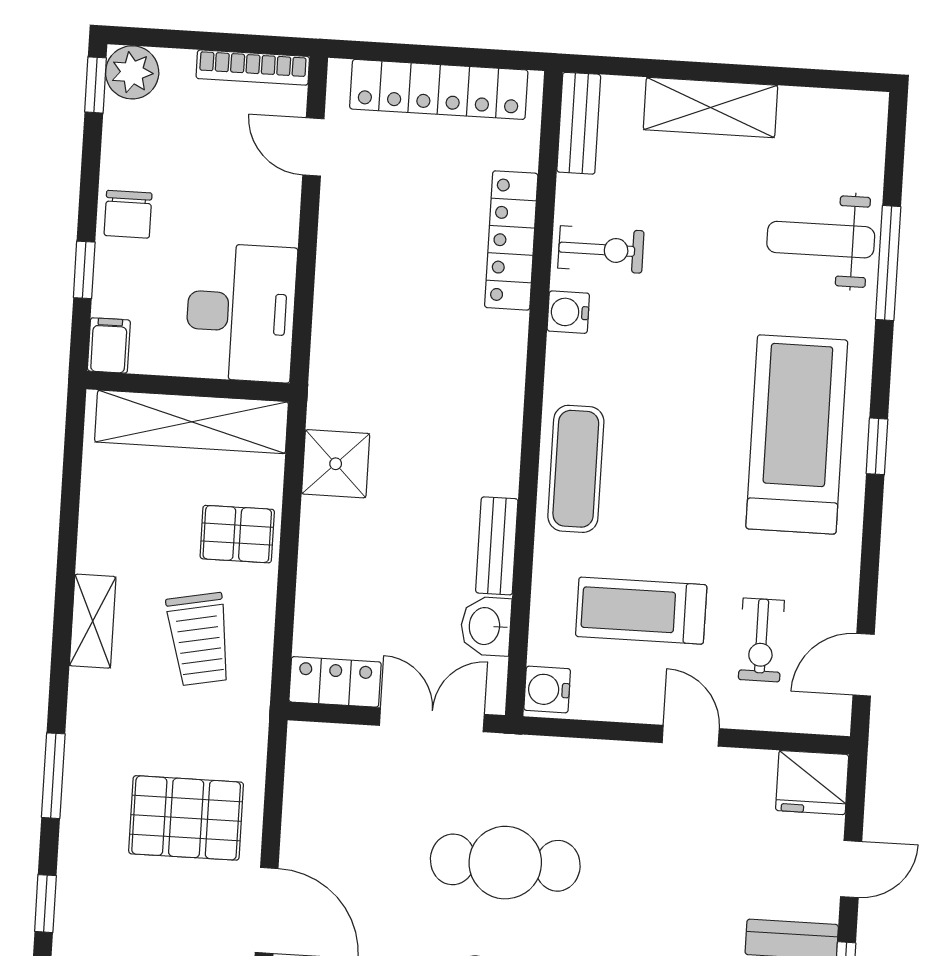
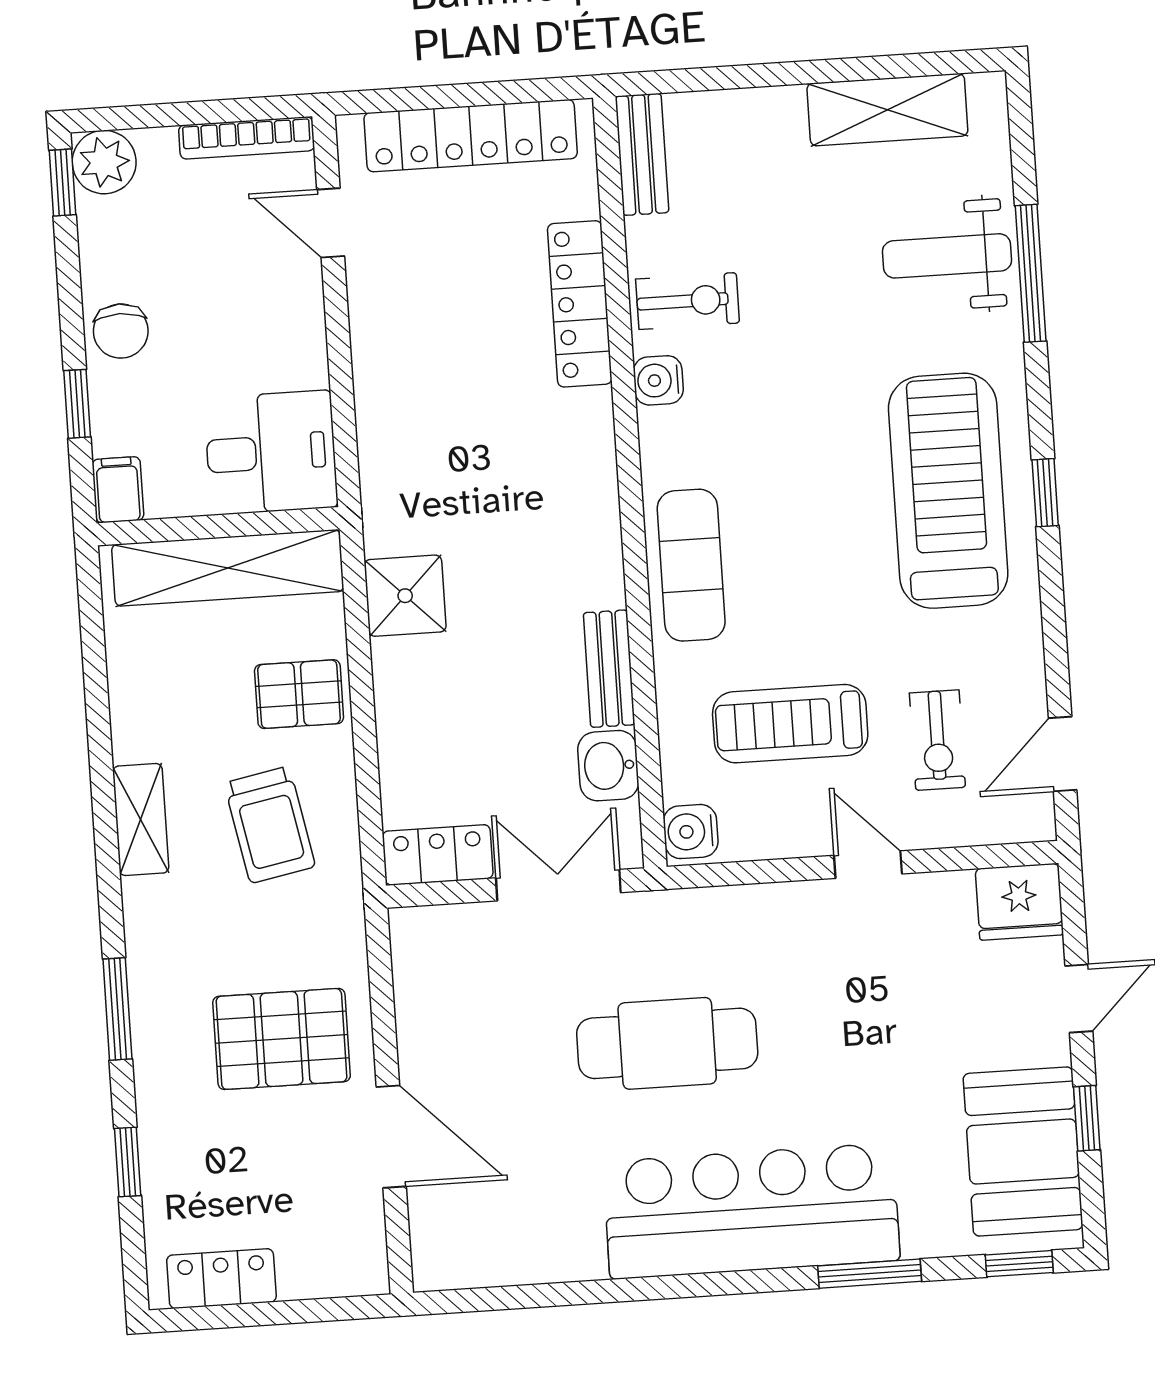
shelving: (710, 108) -> (887, 110), moved
desk: (241, 312) -> (271, 452), width x0.73

